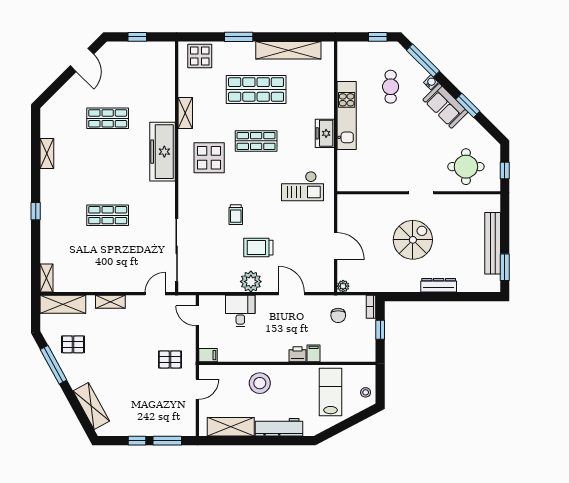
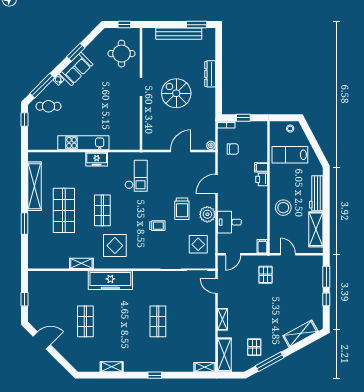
display table: (200, 56) -> (198, 244), moved
cafe table: (391, 87) -> (49, 106), moved

